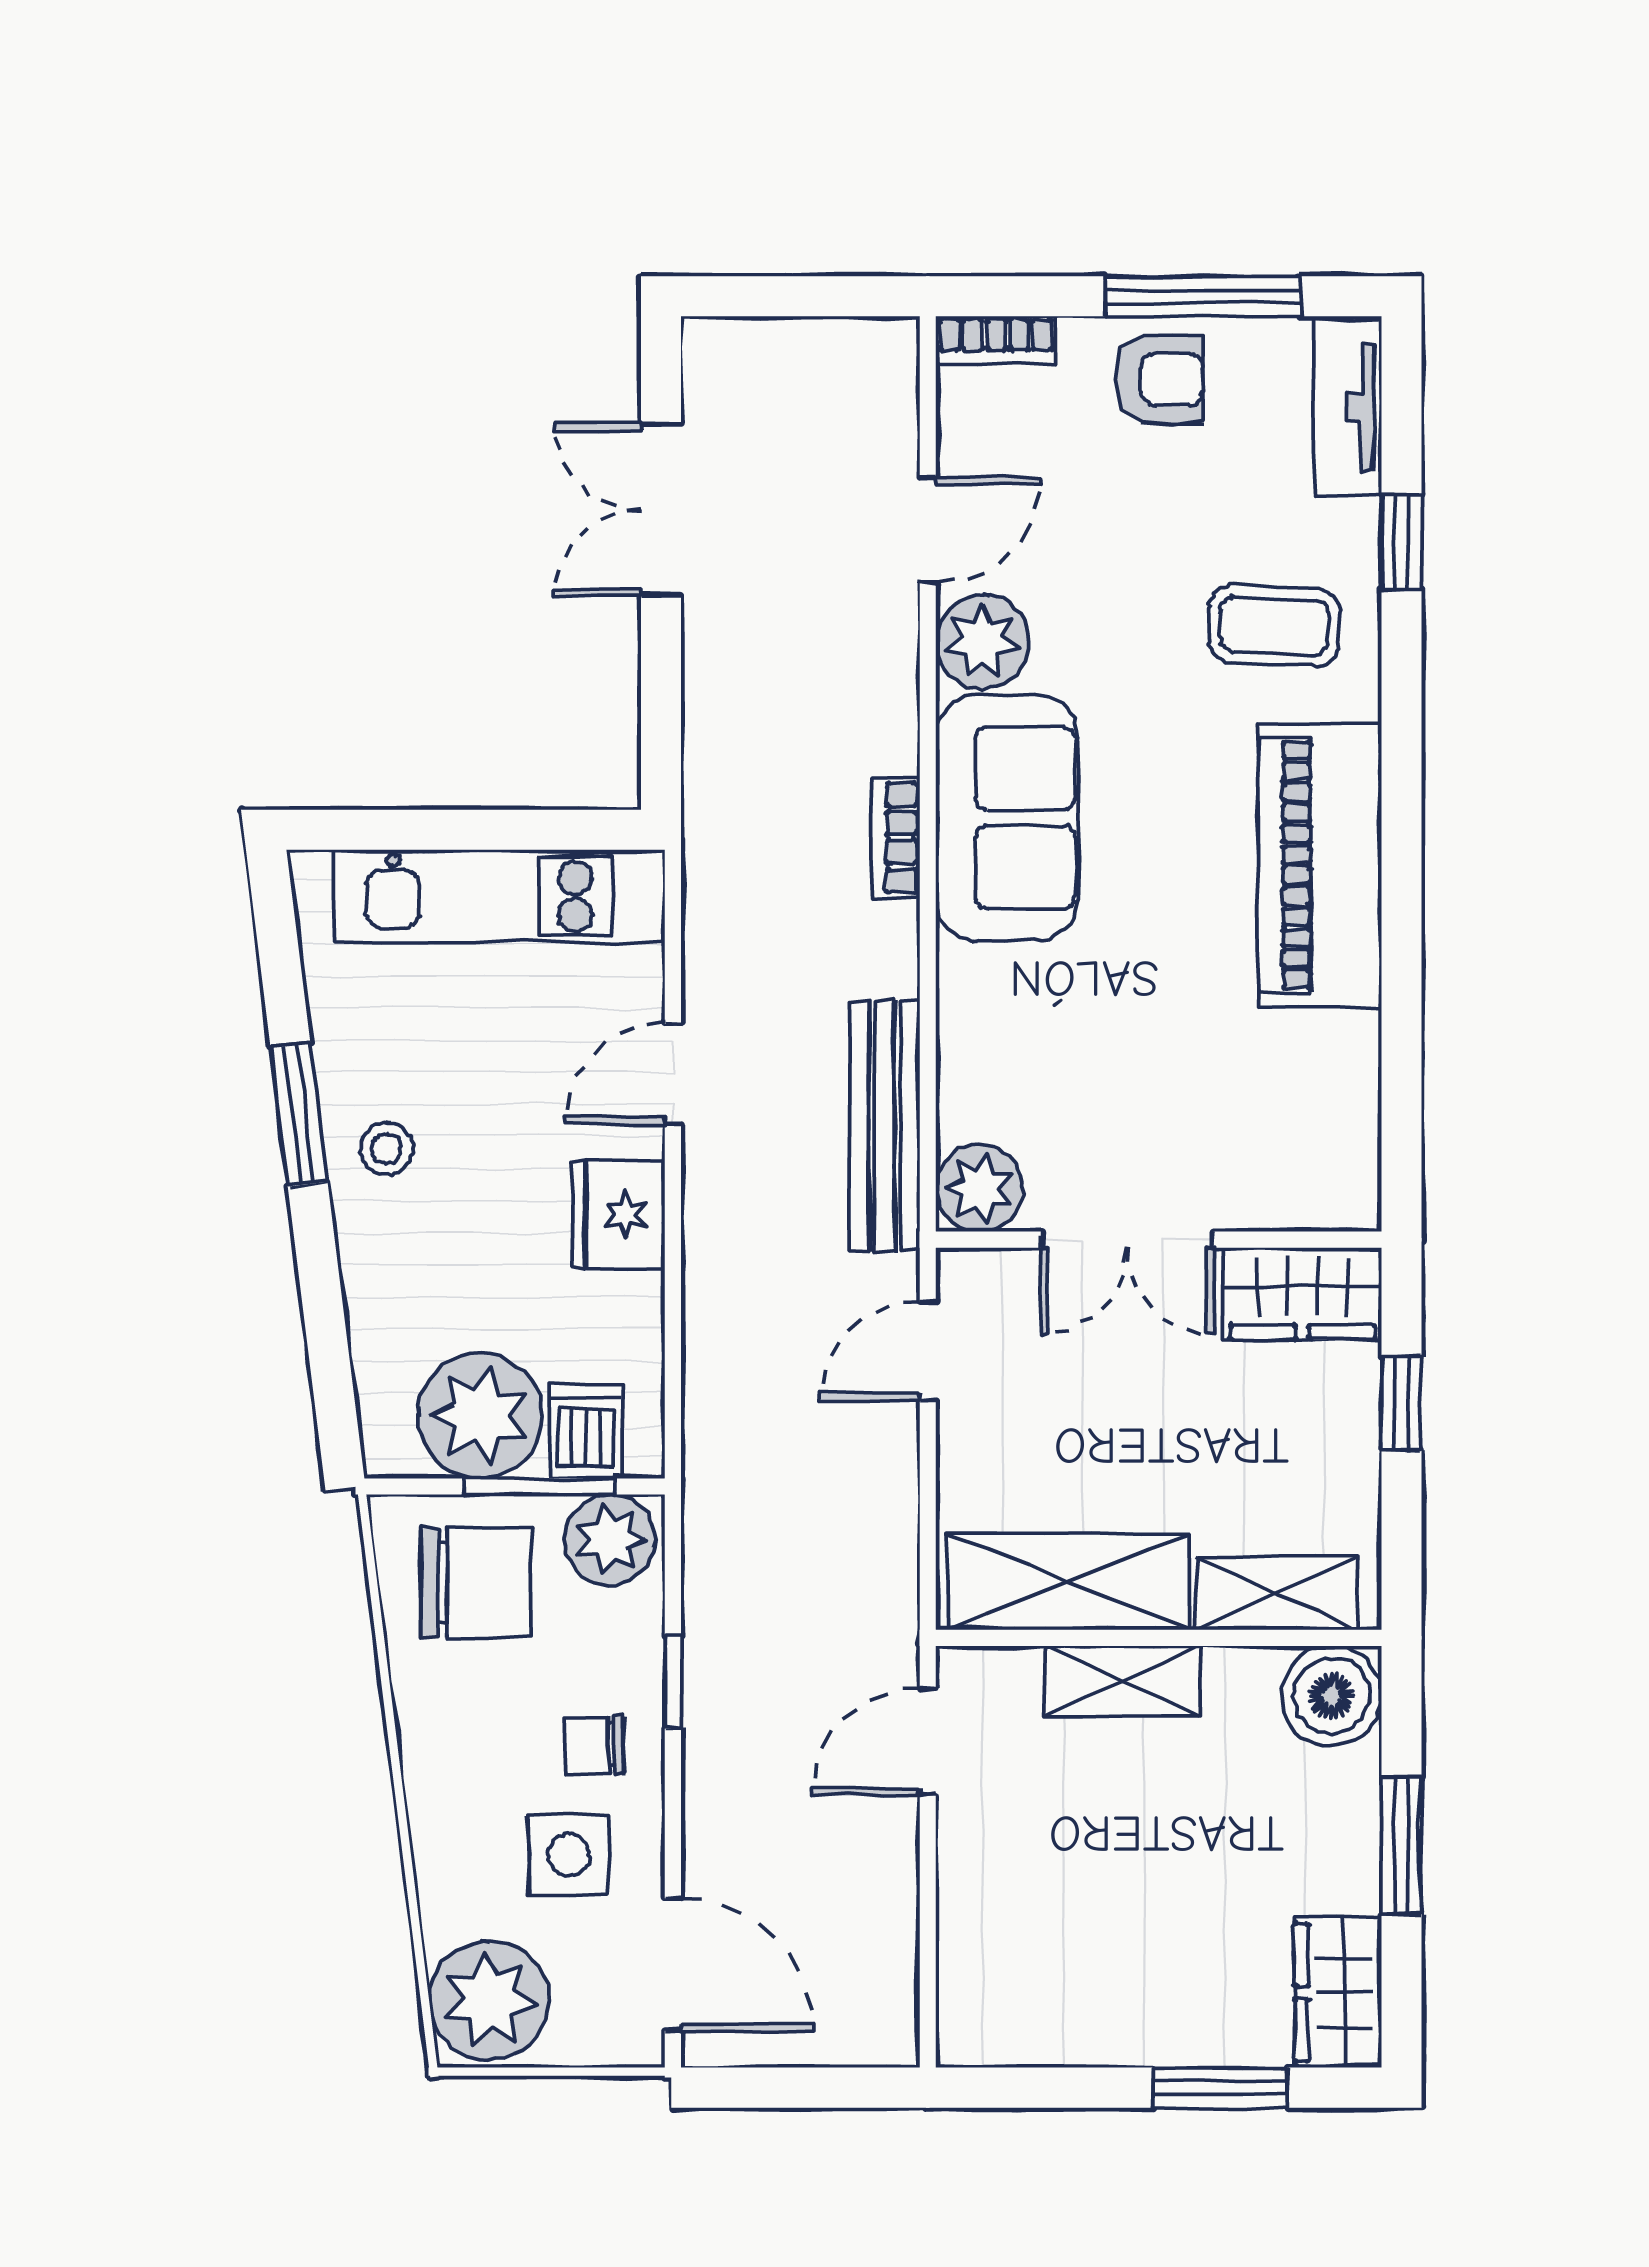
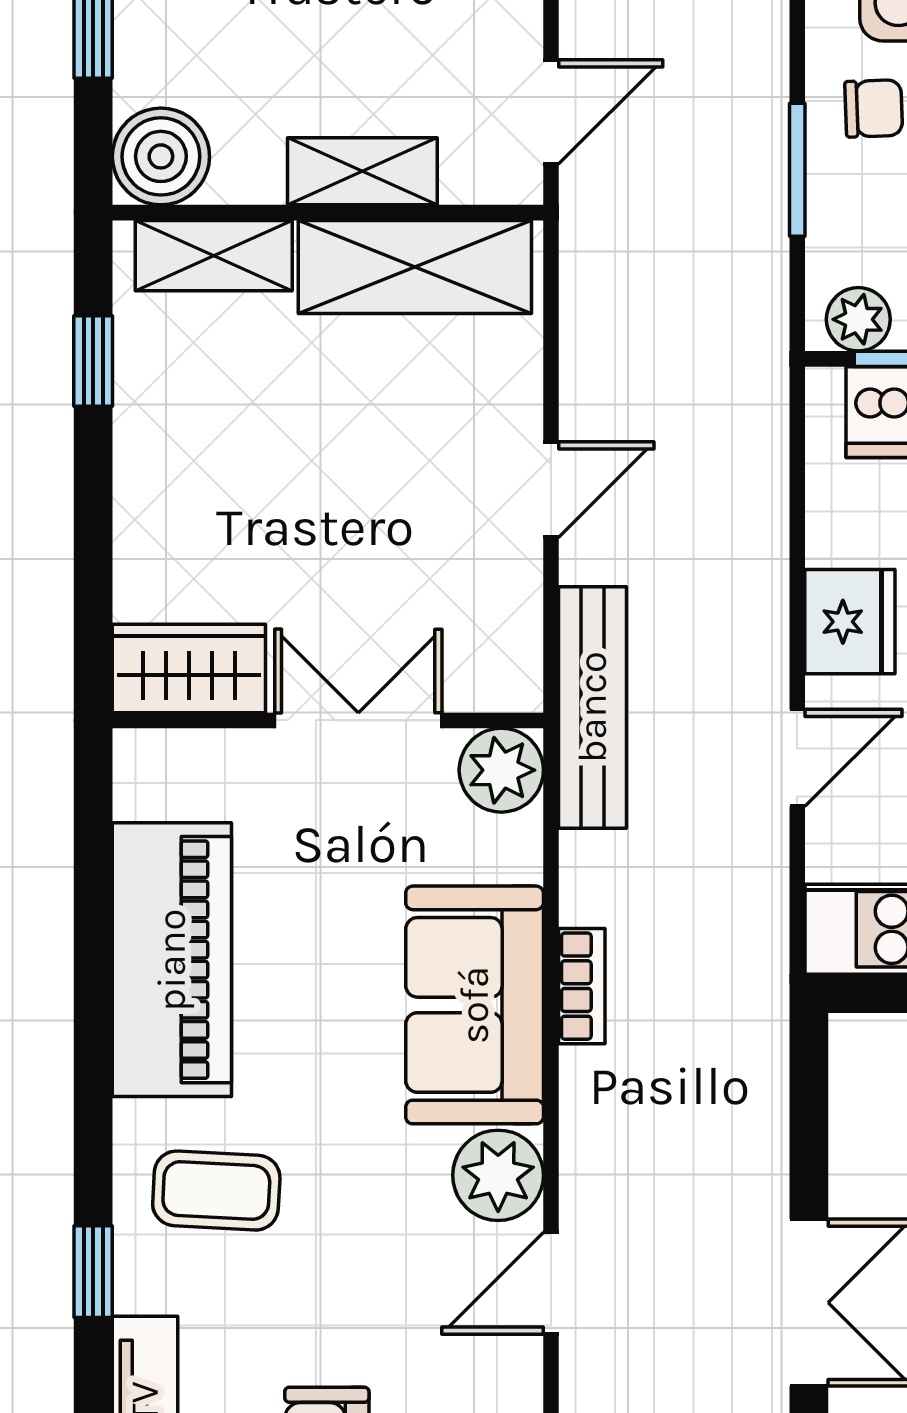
plant: (979, 1188) -> (501, 770), moved
double door: (1127, 1240) -> (358, 720), moved
wall: (1159, 1240) -> (328, 720), moved
wardrobe: (1302, 1294) -> (189, 668), moved
window: (1401, 1403) -> (93, 361), moved
plant: (610, 1540) -> (858, 319), width x0.73, depth x0.73
window: (673, 1682) -> (797, 170), width x1.50

